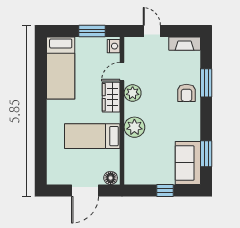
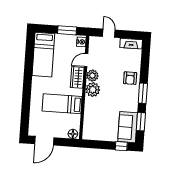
window: (206, 83) -> (143, 93), moved
plant: (134, 127) -> (93, 90), moved
door: (85, 190) -> (44, 141), moved
window: (165, 190) -> (121, 146), moved

